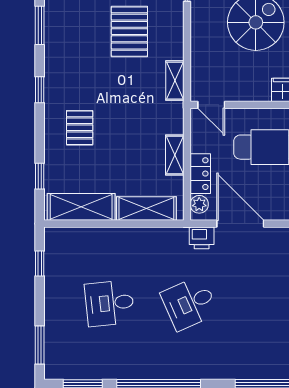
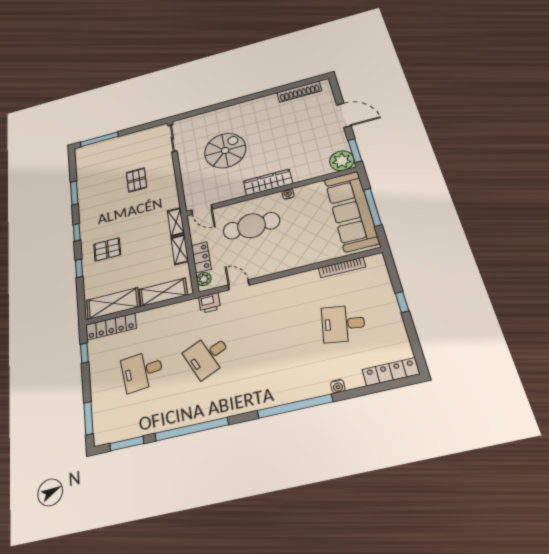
pallet: (129, 32) -> (136, 180), width x0.67, depth x0.71
shelving: (175, 81) -> (176, 222), moved
pallet: (80, 128) -> (107, 249), turned 90
window: (40, 176) -> (79, 268), moved
door: (240, 224) -> (239, 285), width x0.53
locker: (76, 237) -> (111, 327), added

